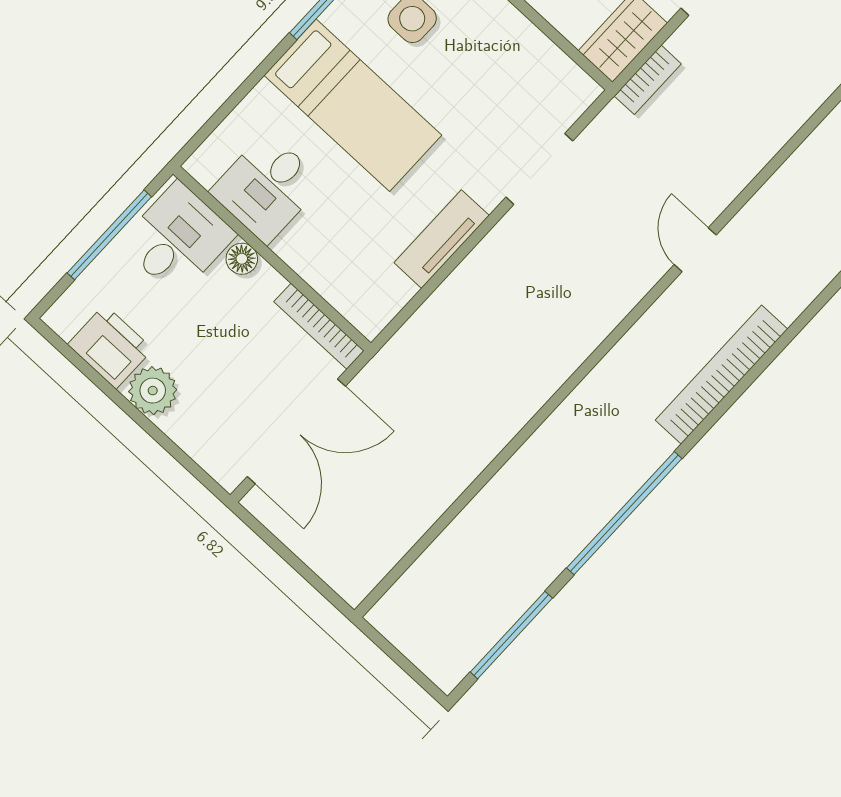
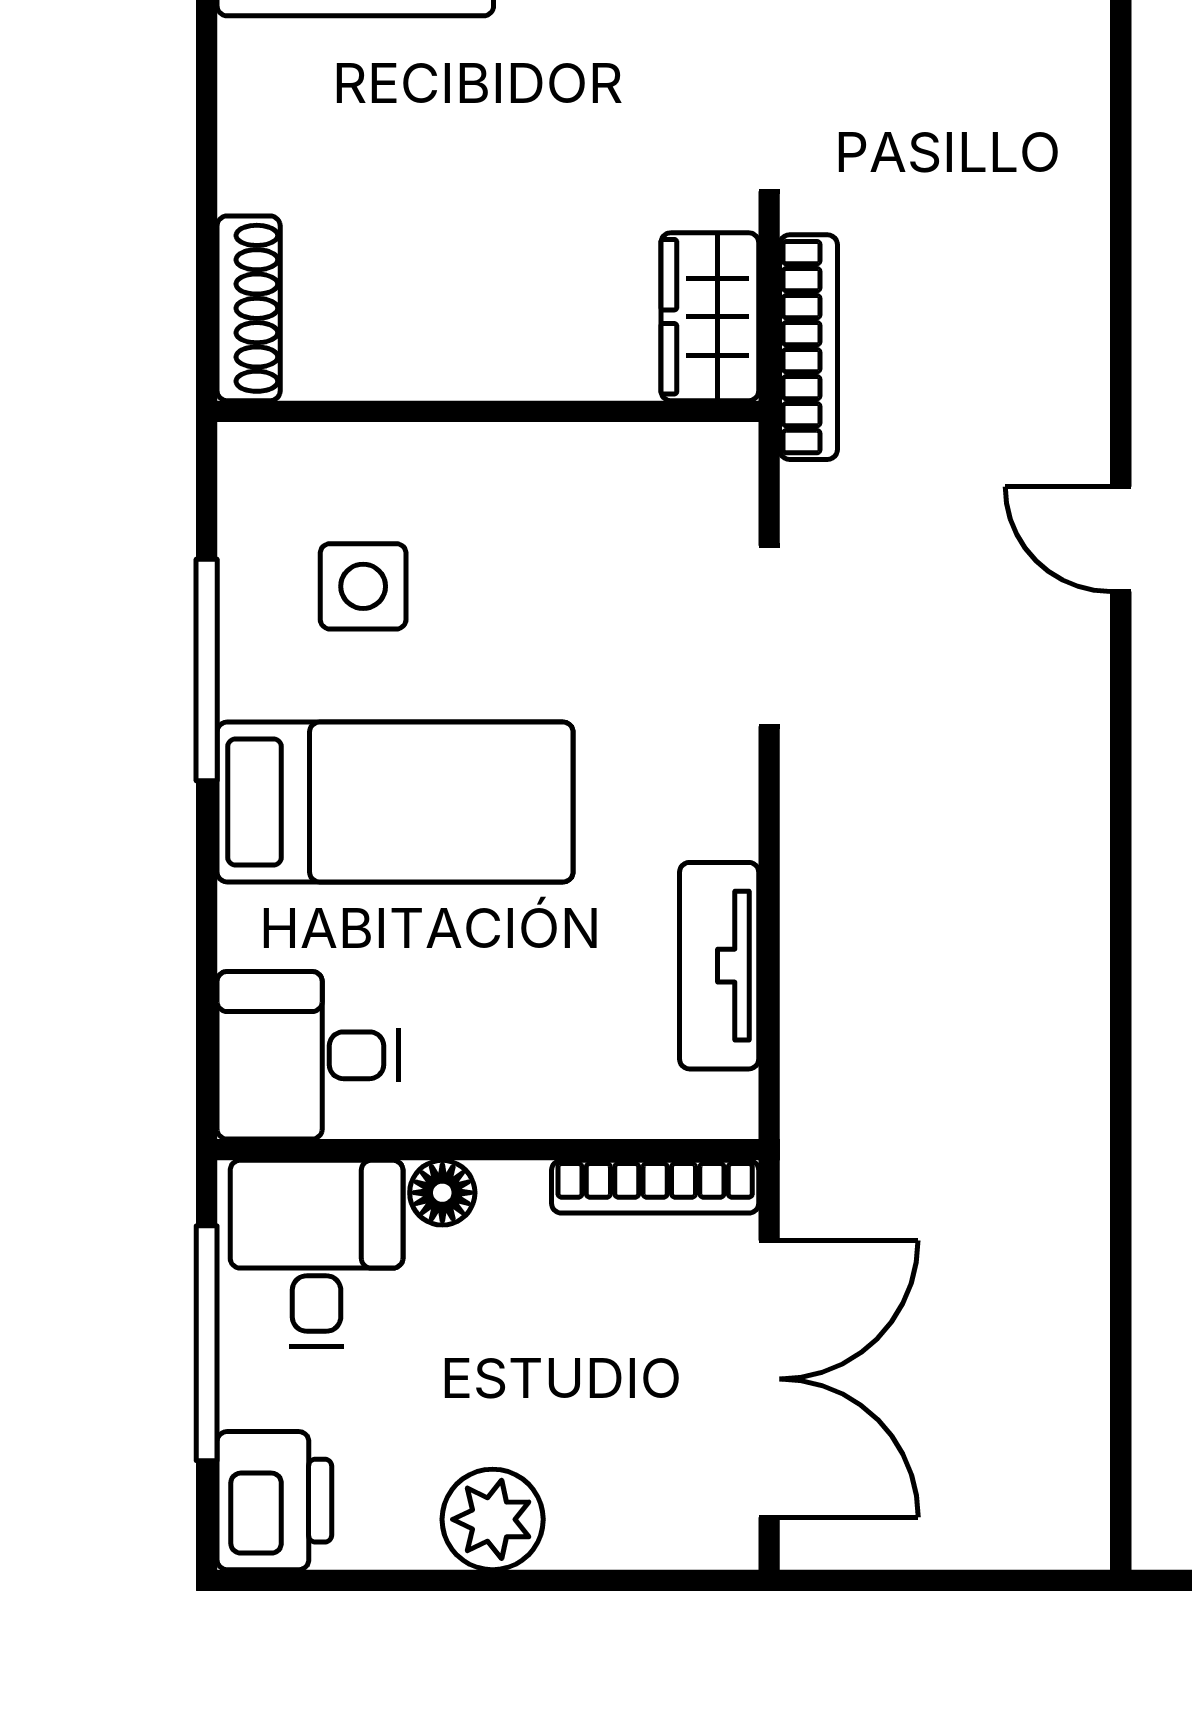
bookcase: (648, 80) -> (808, 347), width x1.56
desk: (267, 187) -> (308, 1055), moved, turned 90
tv unit: (442, 239) -> (719, 966), moved
printer: (110, 347) -> (274, 1501), moved, turned 90

